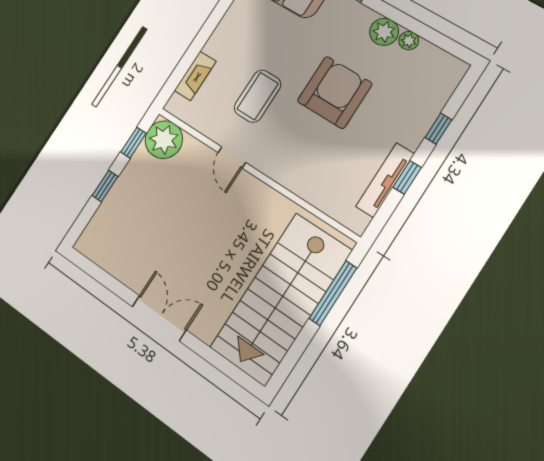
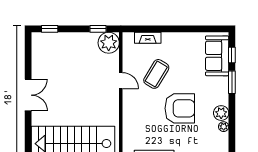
coffee table: (258, 96) -> (156, 74), turned -59
door: (232, 157) -> (121, 81), swing flipped
window: (105, 186) -> (50, 29), moved

